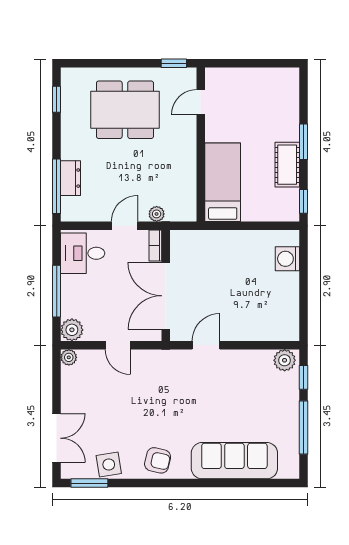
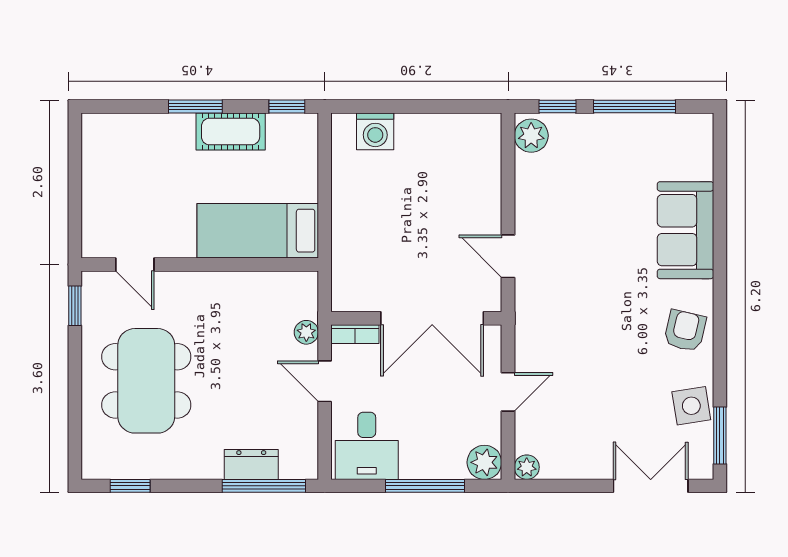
sofa: (234, 461) -> (685, 230), width x0.73

